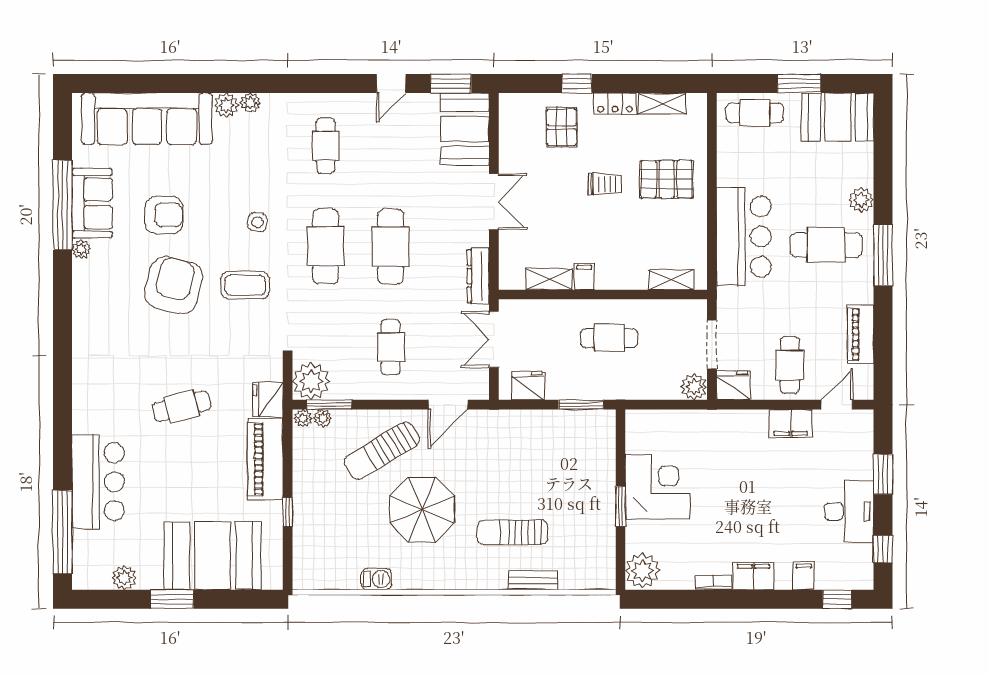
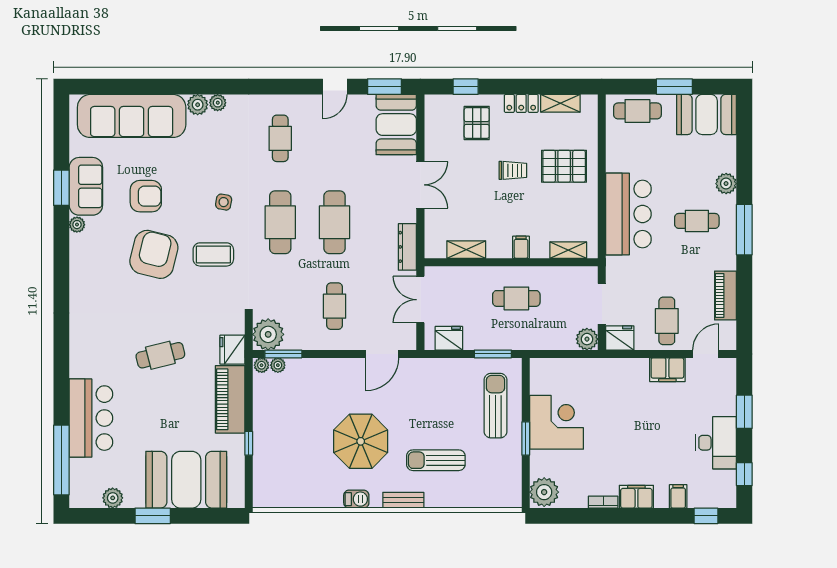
window: (577, 84) -> (466, 87), moved
window: (63, 205) -> (61, 188), width x0.47
cafe table: (826, 245) -> (697, 221), width x0.73, depth x0.74
filing cabinet: (584, 277) -> (521, 247), moved
sun lounger: (382, 451) -> (496, 406), moved, turned 121
barbecue: (376, 579) -> (356, 499), moved
bench: (533, 580) -> (403, 500), moved

